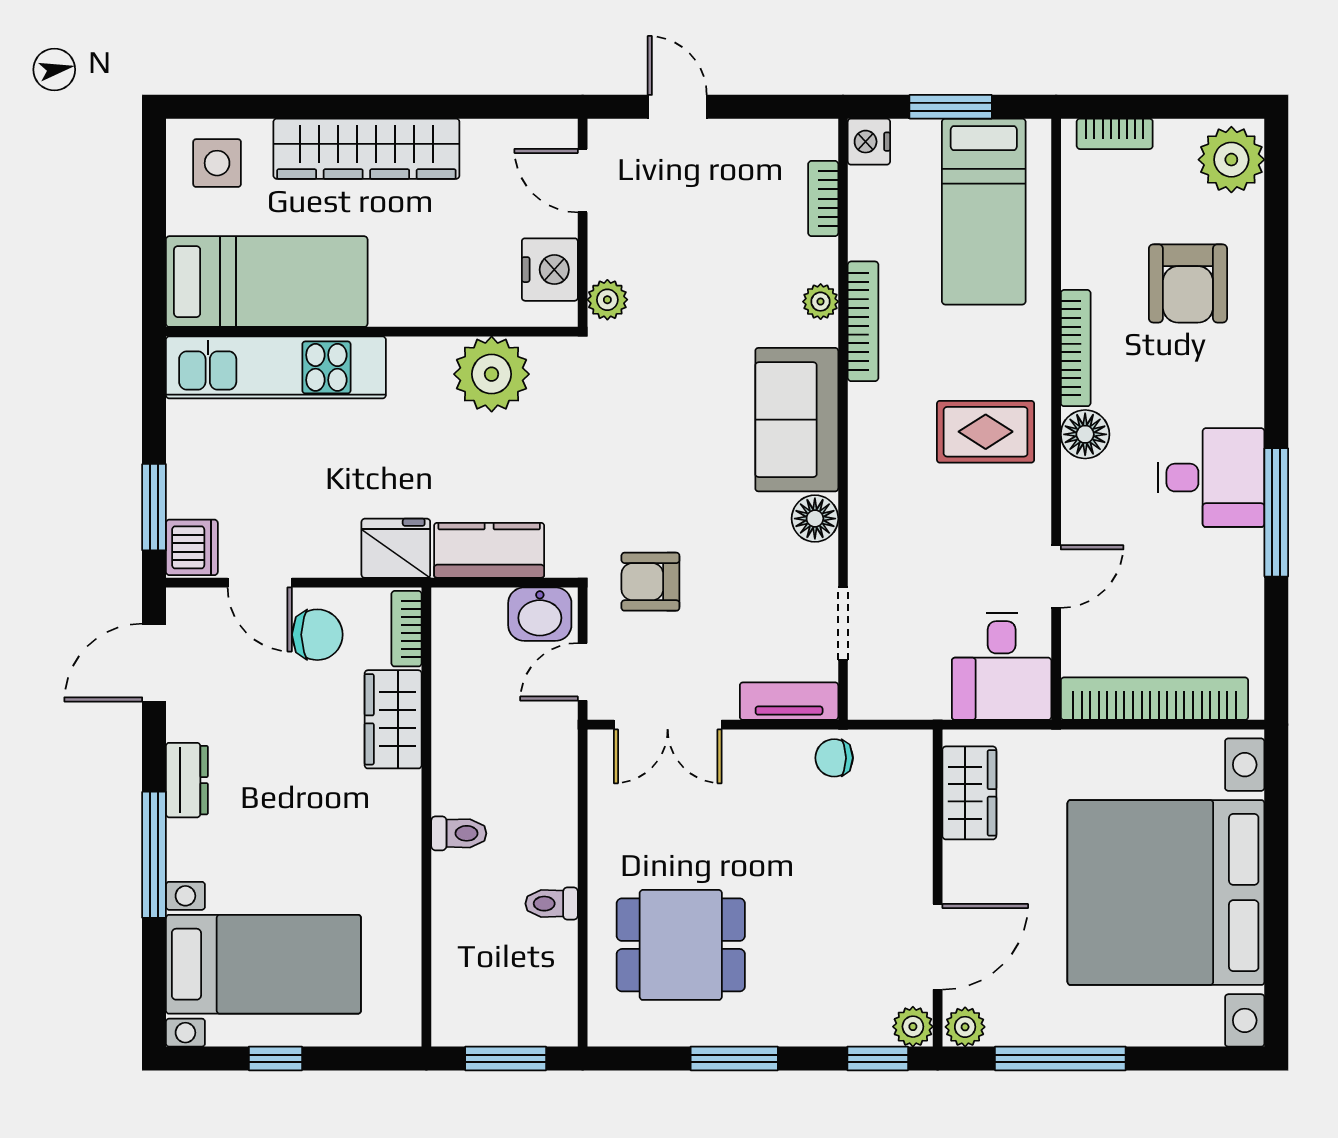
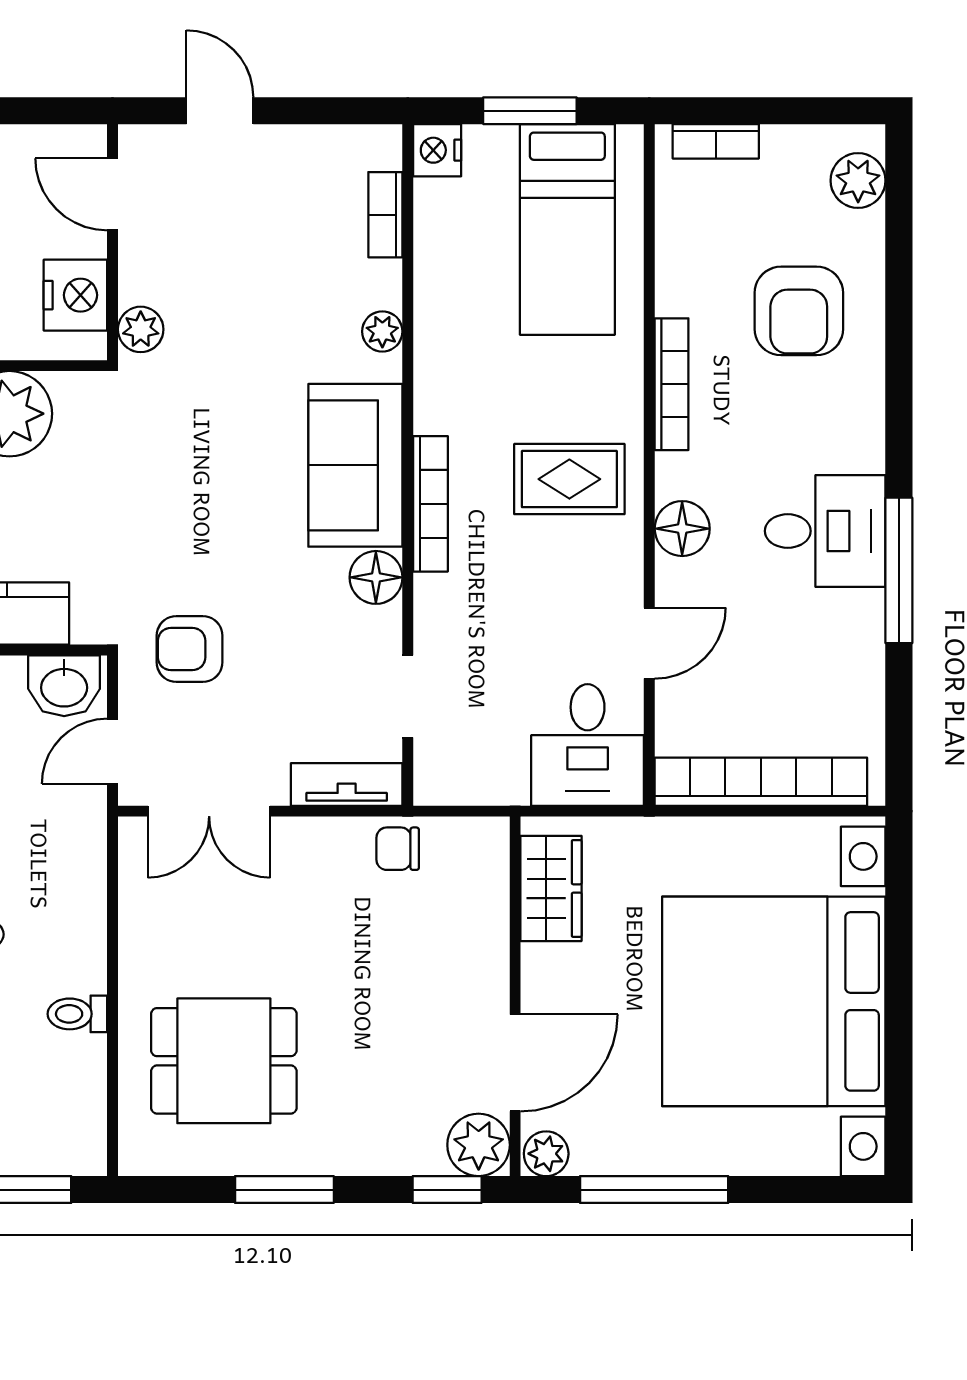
plant: (1231, 160) -> (858, 181), width x0.73, depth x0.73
bookcase: (863, 321) -> (431, 504), moved
floor lamp: (1085, 434) -> (682, 529), moved
plant: (913, 1027) -> (479, 1145), width x1.38, depth x1.38

